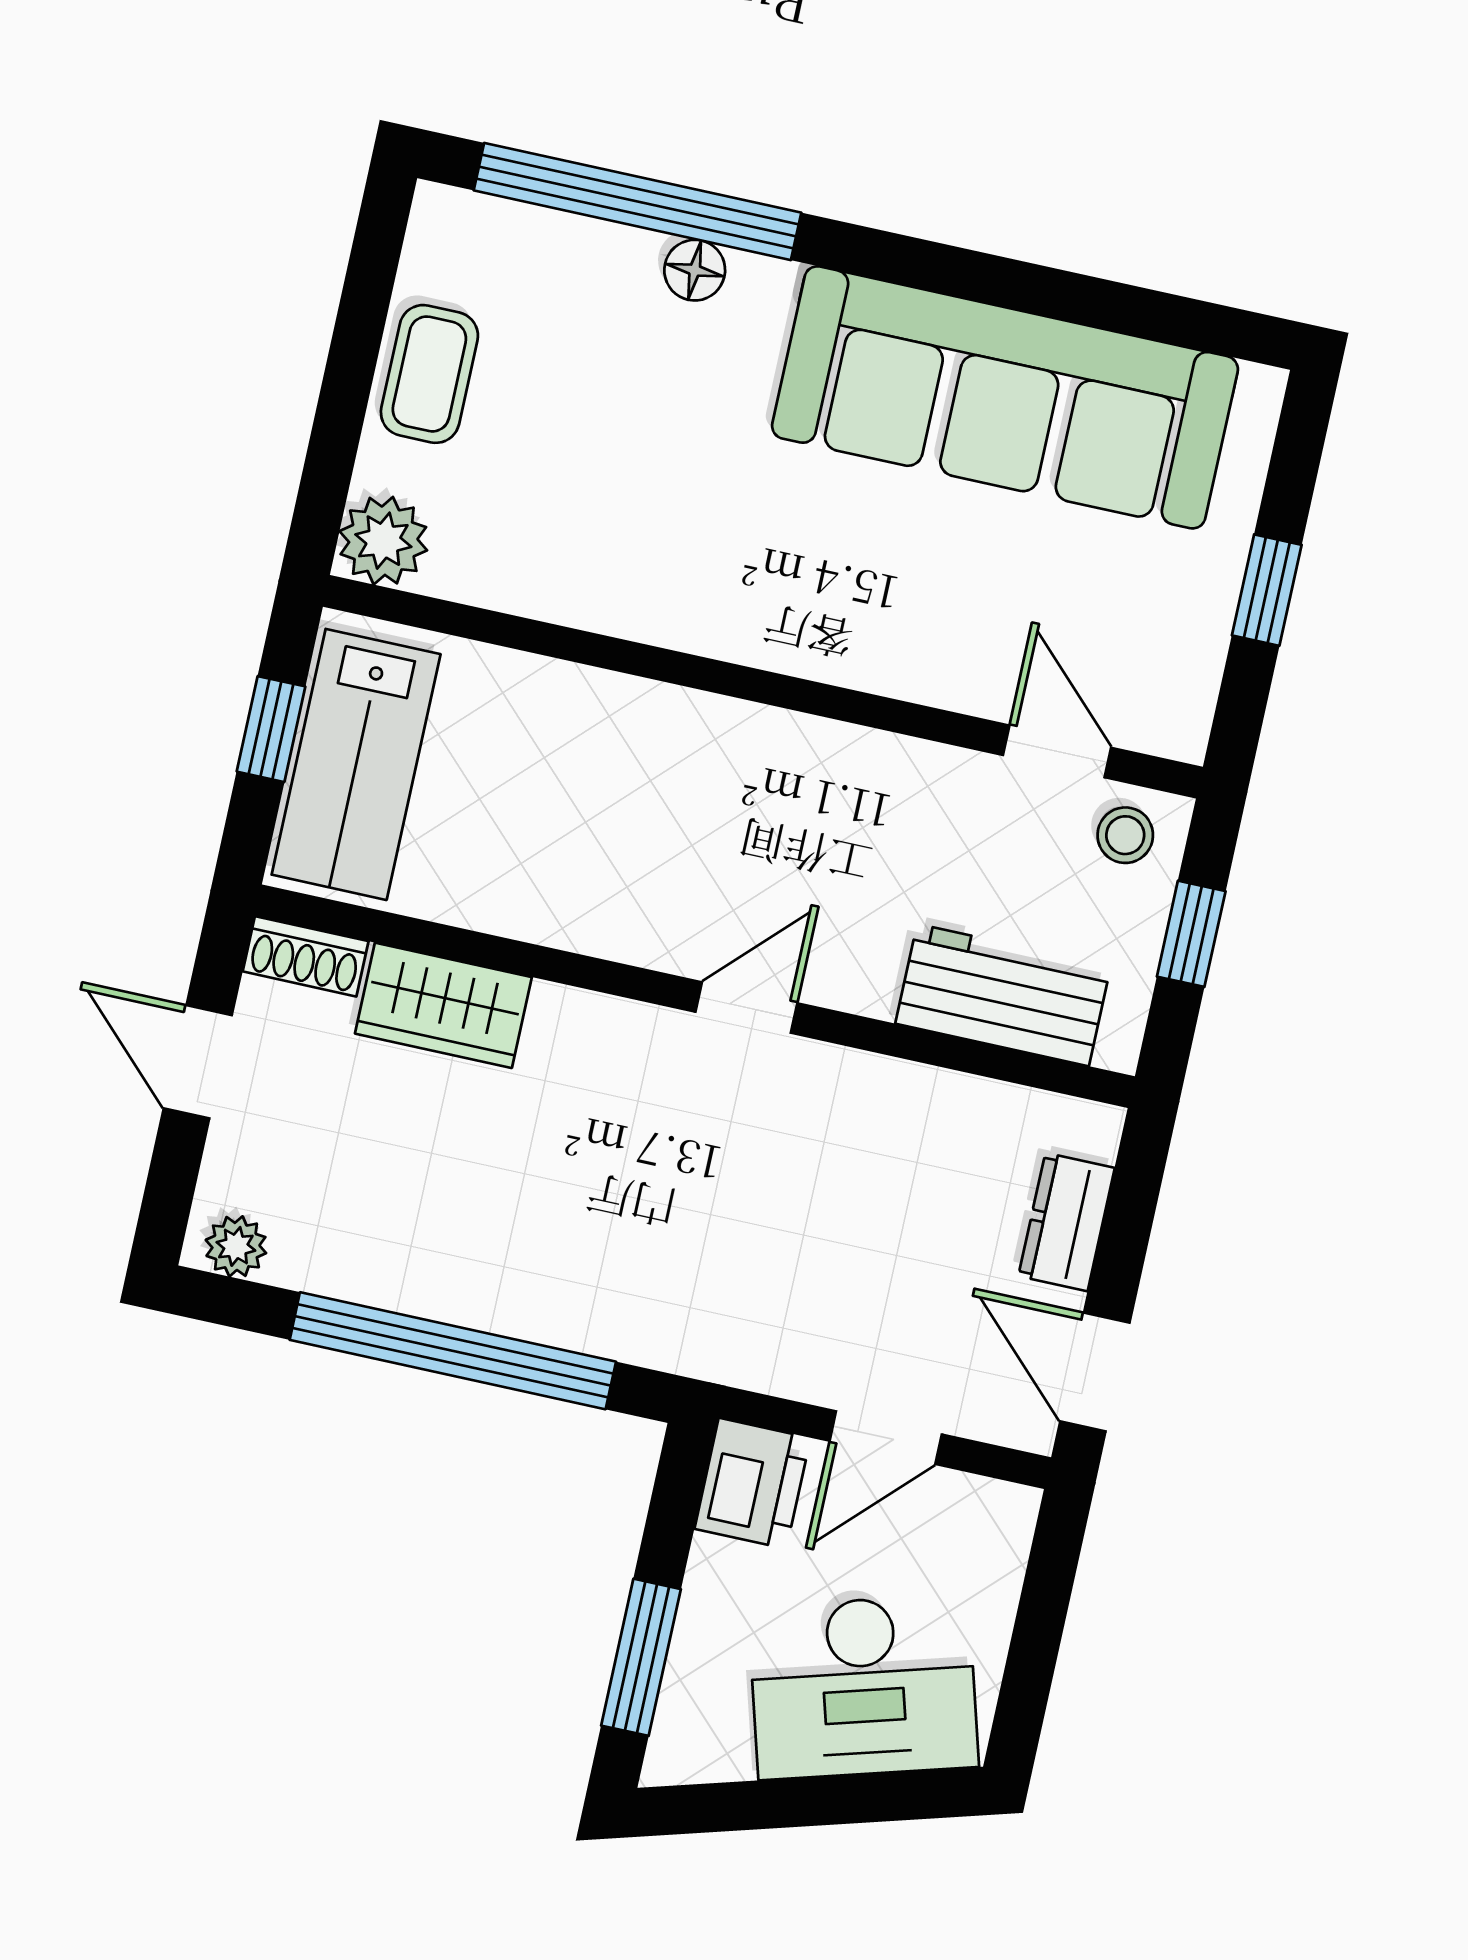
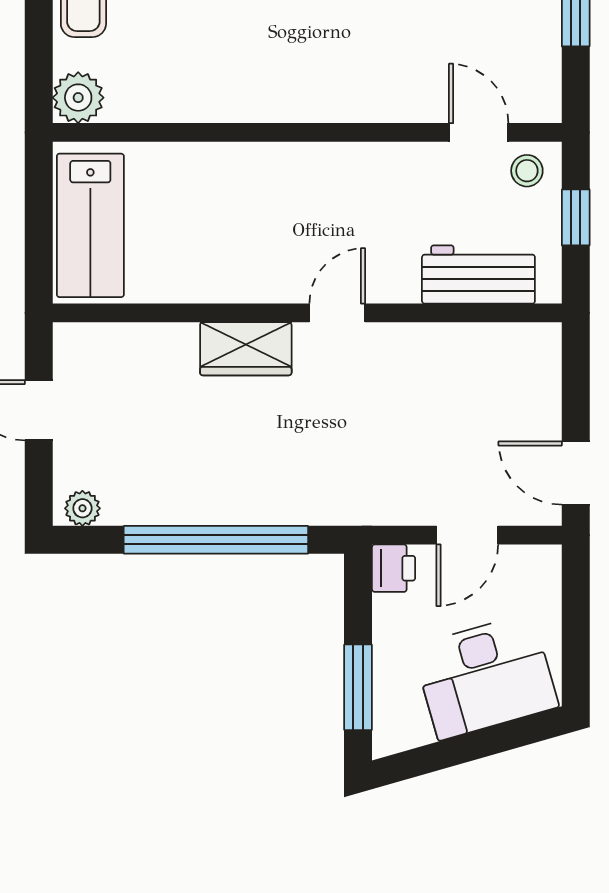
window: (271, 729) -> (39, 216), removed
shoe rack: (306, 956) -> (86, 338), removed
wardrobe: (443, 1005) -> (246, 349), moved
dresser: (1066, 1222) -> (542, 393), removed
printer: (752, 1483) -> (394, 568), width x0.73, depth x0.81

